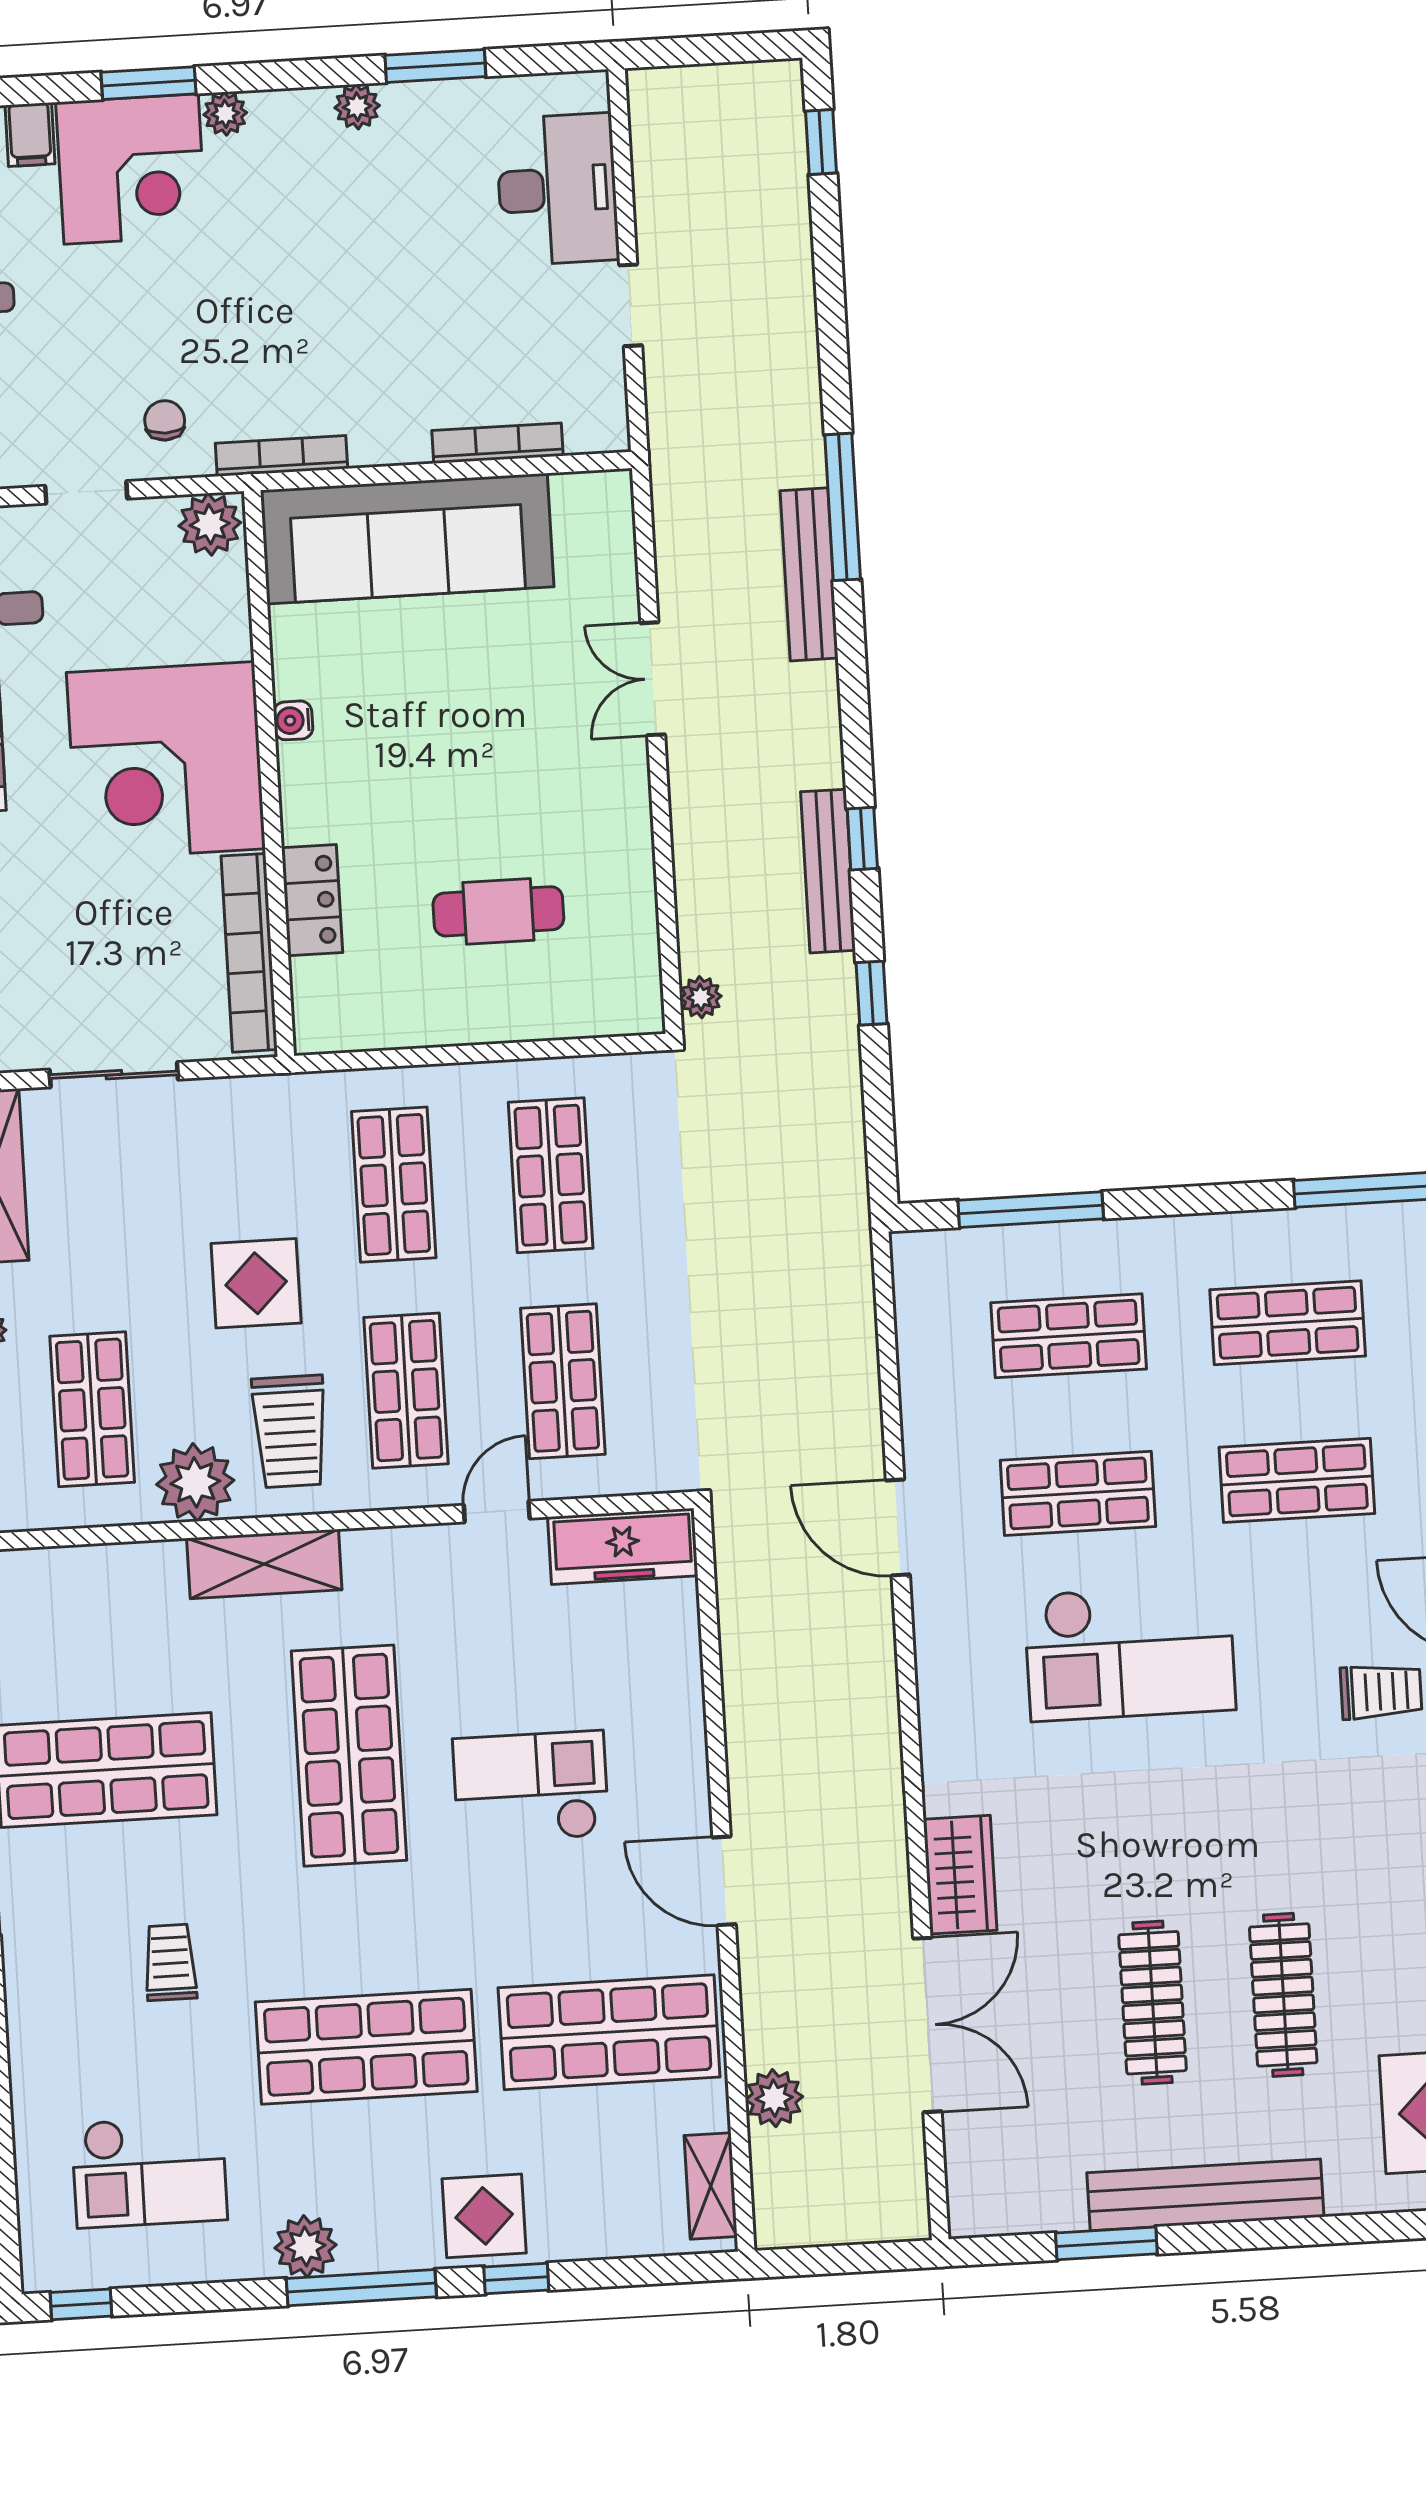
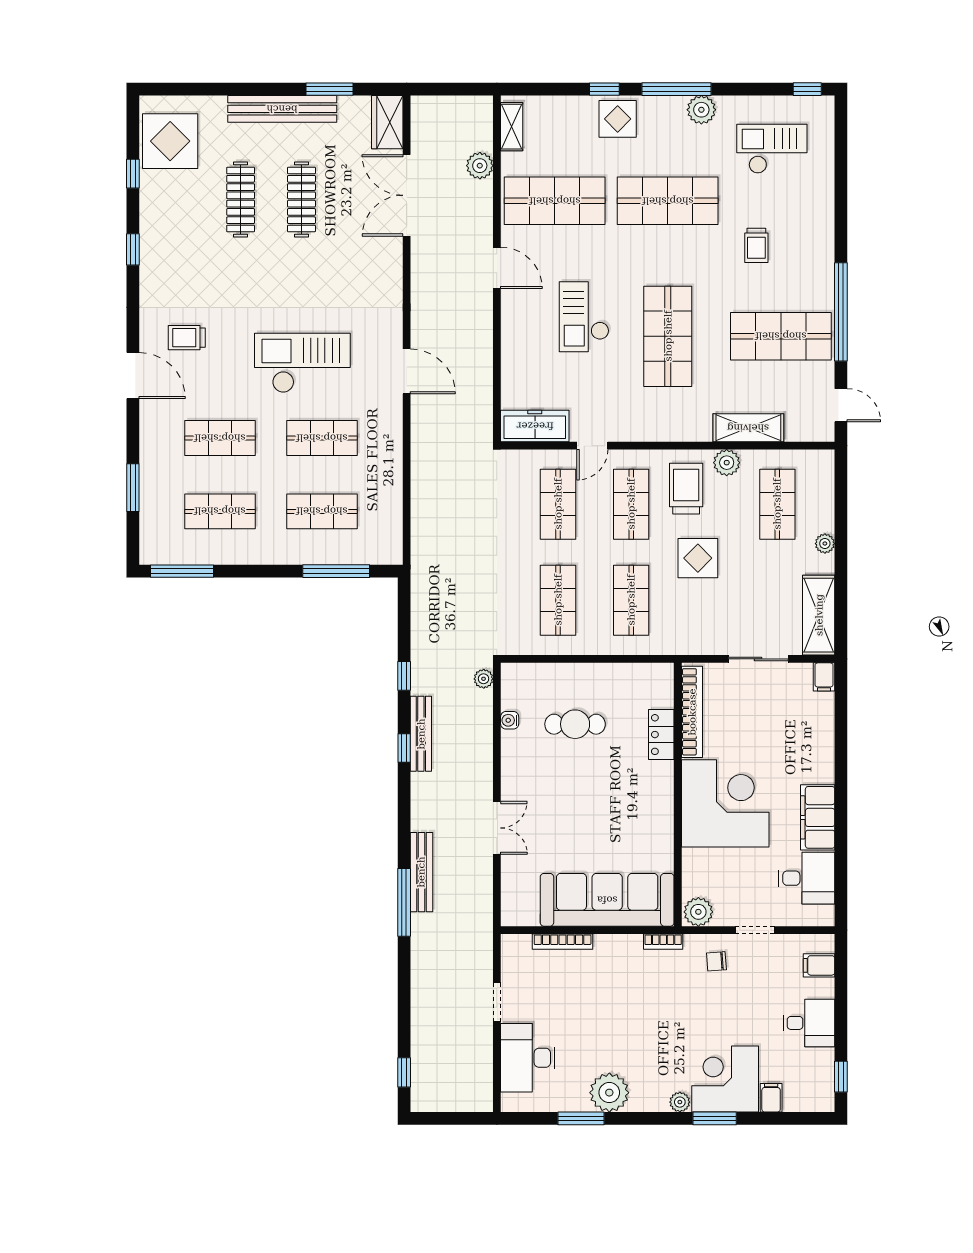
plant: (357, 107) -> (609, 1093), width x1.87, depth x1.87
chair: (165, 420) -> (716, 961), turned 86
bookcase: (282, 456) -> (663, 942), width x0.64
water cooler: (293, 720) -> (510, 720), moved, turned 180
plant: (195, 1482) -> (727, 463), width x0.73, depth x0.73
door: (898, 1528) -> (407, 371), moved
shelving: (264, 1564) -> (748, 428), moved
checkout: (531, 1787) -> (584, 317), turned 90
wardrobe: (960, 1875) -> (387, 122), moved

